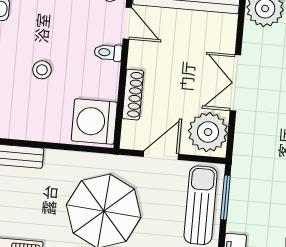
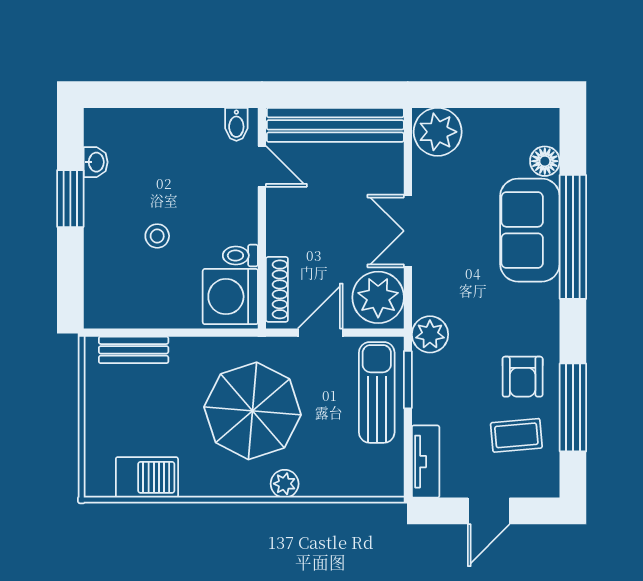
toilet: (108, 53) -> (240, 255), moved
shoe rack: (133, 95) -> (277, 289), moved
plant: (246, 164) -> (430, 334), added

